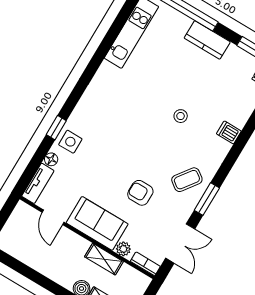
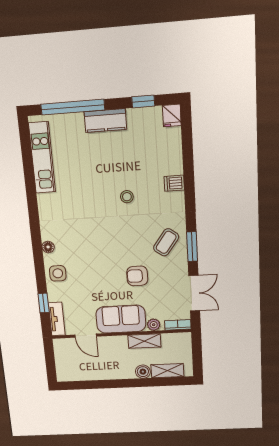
window: (56, 128) -> (44, 303), moved
floor lamp: (51, 159) -> (48, 247), moved

